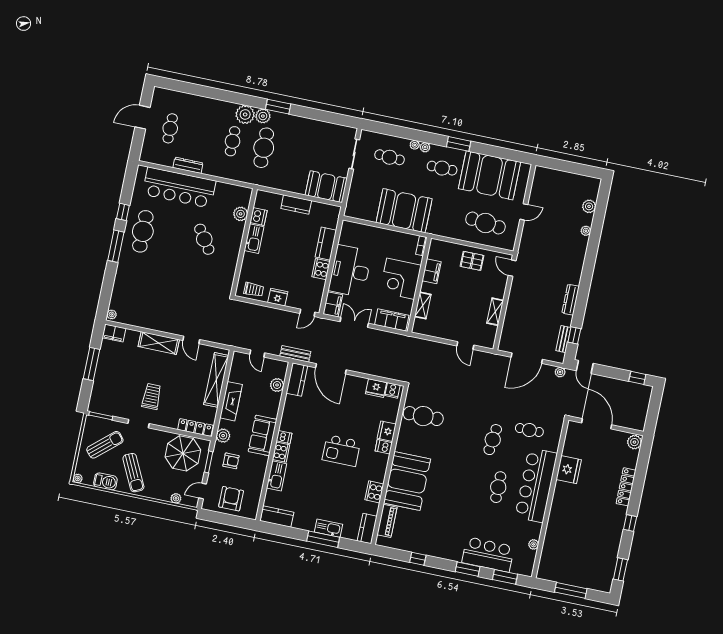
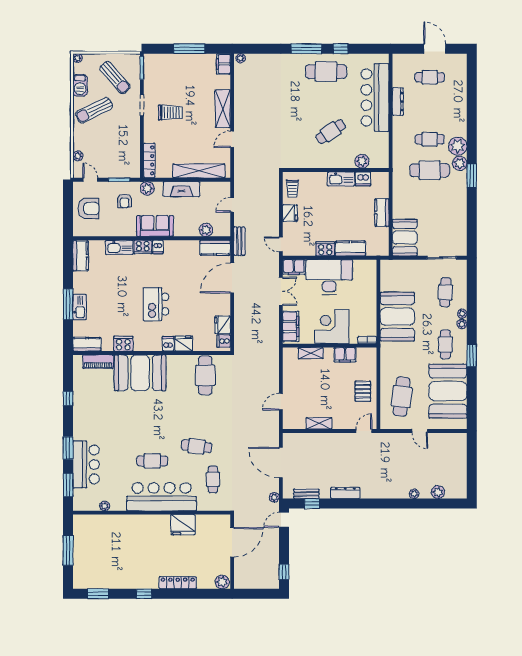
parasol: (183, 453) -> (122, 154), removed

